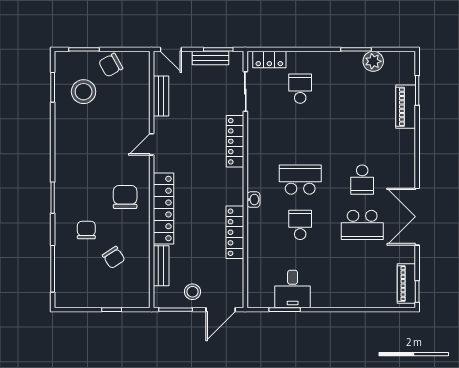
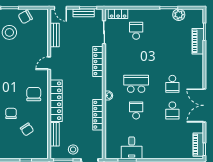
school desk: (362, 225) -> (172, 110), width x0.54

